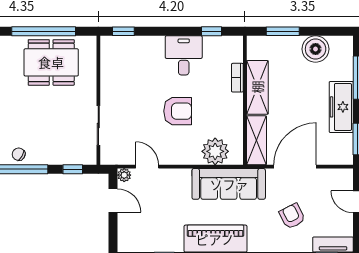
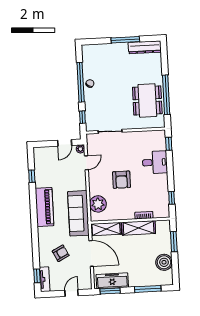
desk: (184, 55) -> (155, 162), moved
freezer: (341, 107) -> (112, 281), moved

